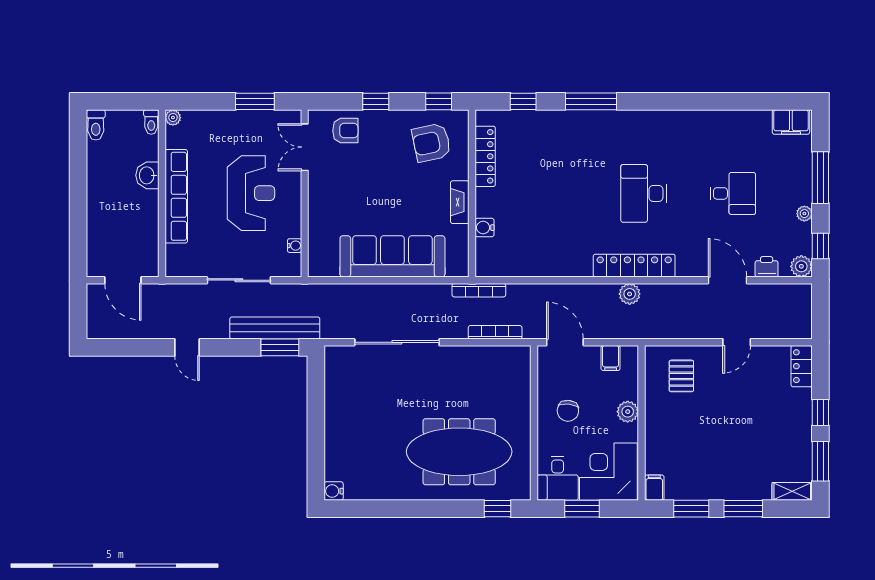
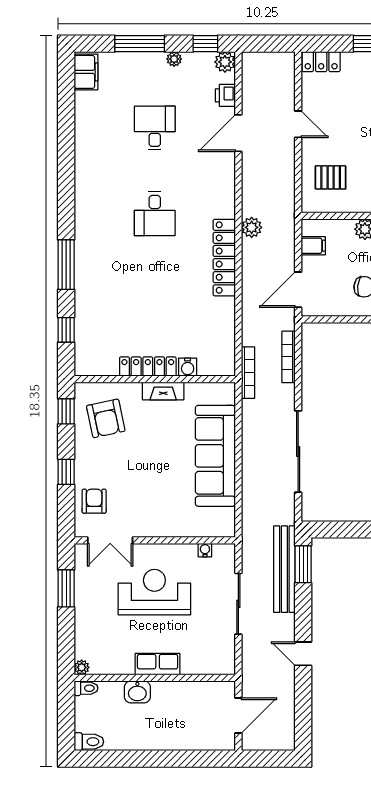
locker: (485, 156) -> (148, 366), moved
desk: (644, 193) -> (155, 214), width x0.73
row of seats: (176, 196) -> (158, 664), width x0.50
locker: (634, 266) -> (224, 258), moved
door: (187, 347) -> (303, 654), swing flipped

